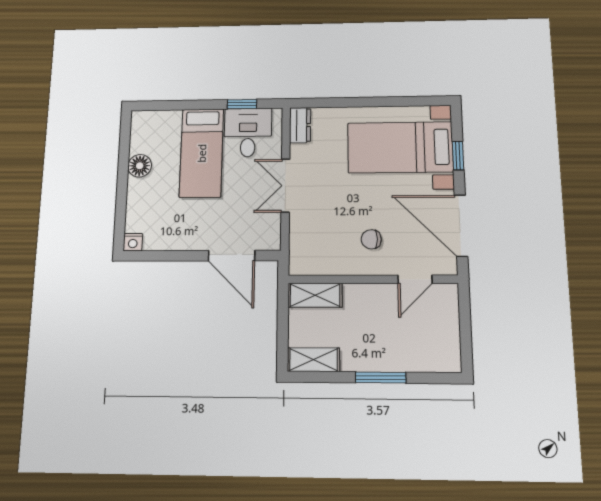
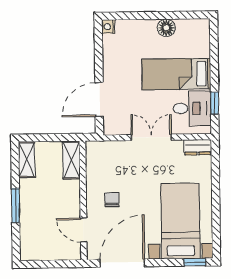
window: (458, 156) -> (195, 262), moved

